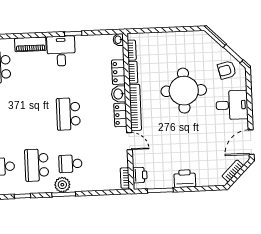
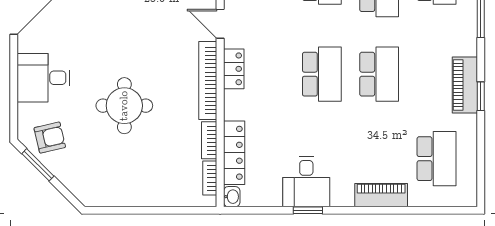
desk: (61, 51) -> (306, 182), moved
locker: (118, 72) -> (234, 153), width x1.53
round table: (184, 91) -> (124, 106), width x0.73, depth x0.73
washbasin: (119, 94) -> (235, 104), removed
school desk: (35, 115) -> (379, 74), added

